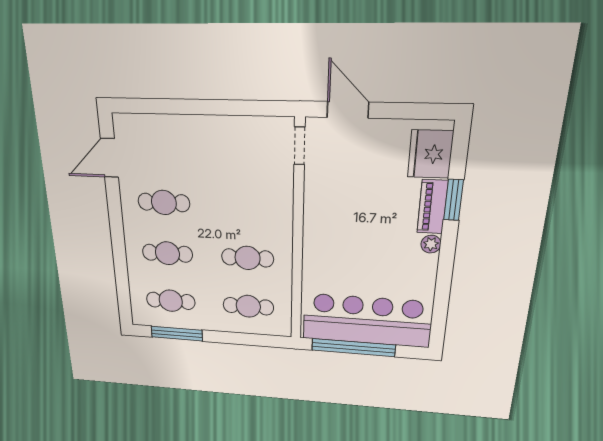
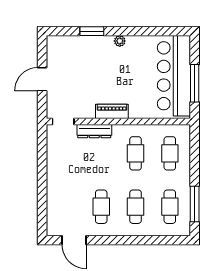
door: (348, 110) -> (42, 79), moved
fridge: (430, 154) -> (66, 47), removed
dresser: (283, 197) -> (94, 131), added
piano: (432, 207) -> (112, 111), moved, turned 180
window: (353, 348) -> (195, 83), width x0.68

